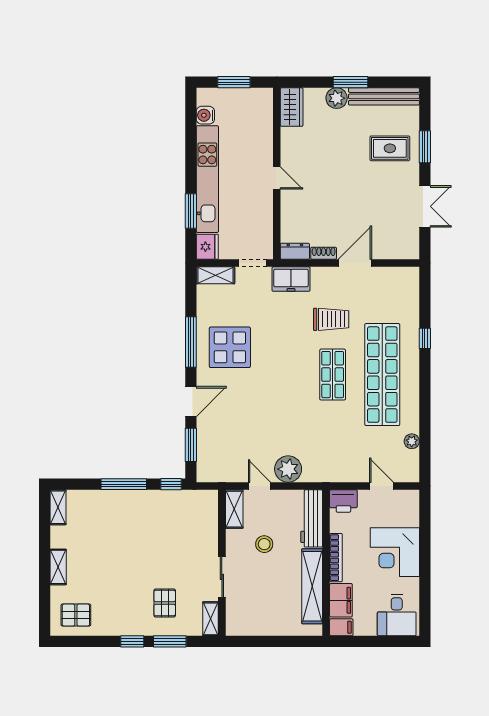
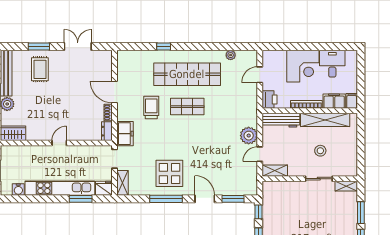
stool: (264, 544) -> (320, 151), moved
pallet: (165, 603) -> (336, 216), removed
desk: (397, 615) -> (332, 64), moved, turned -90

